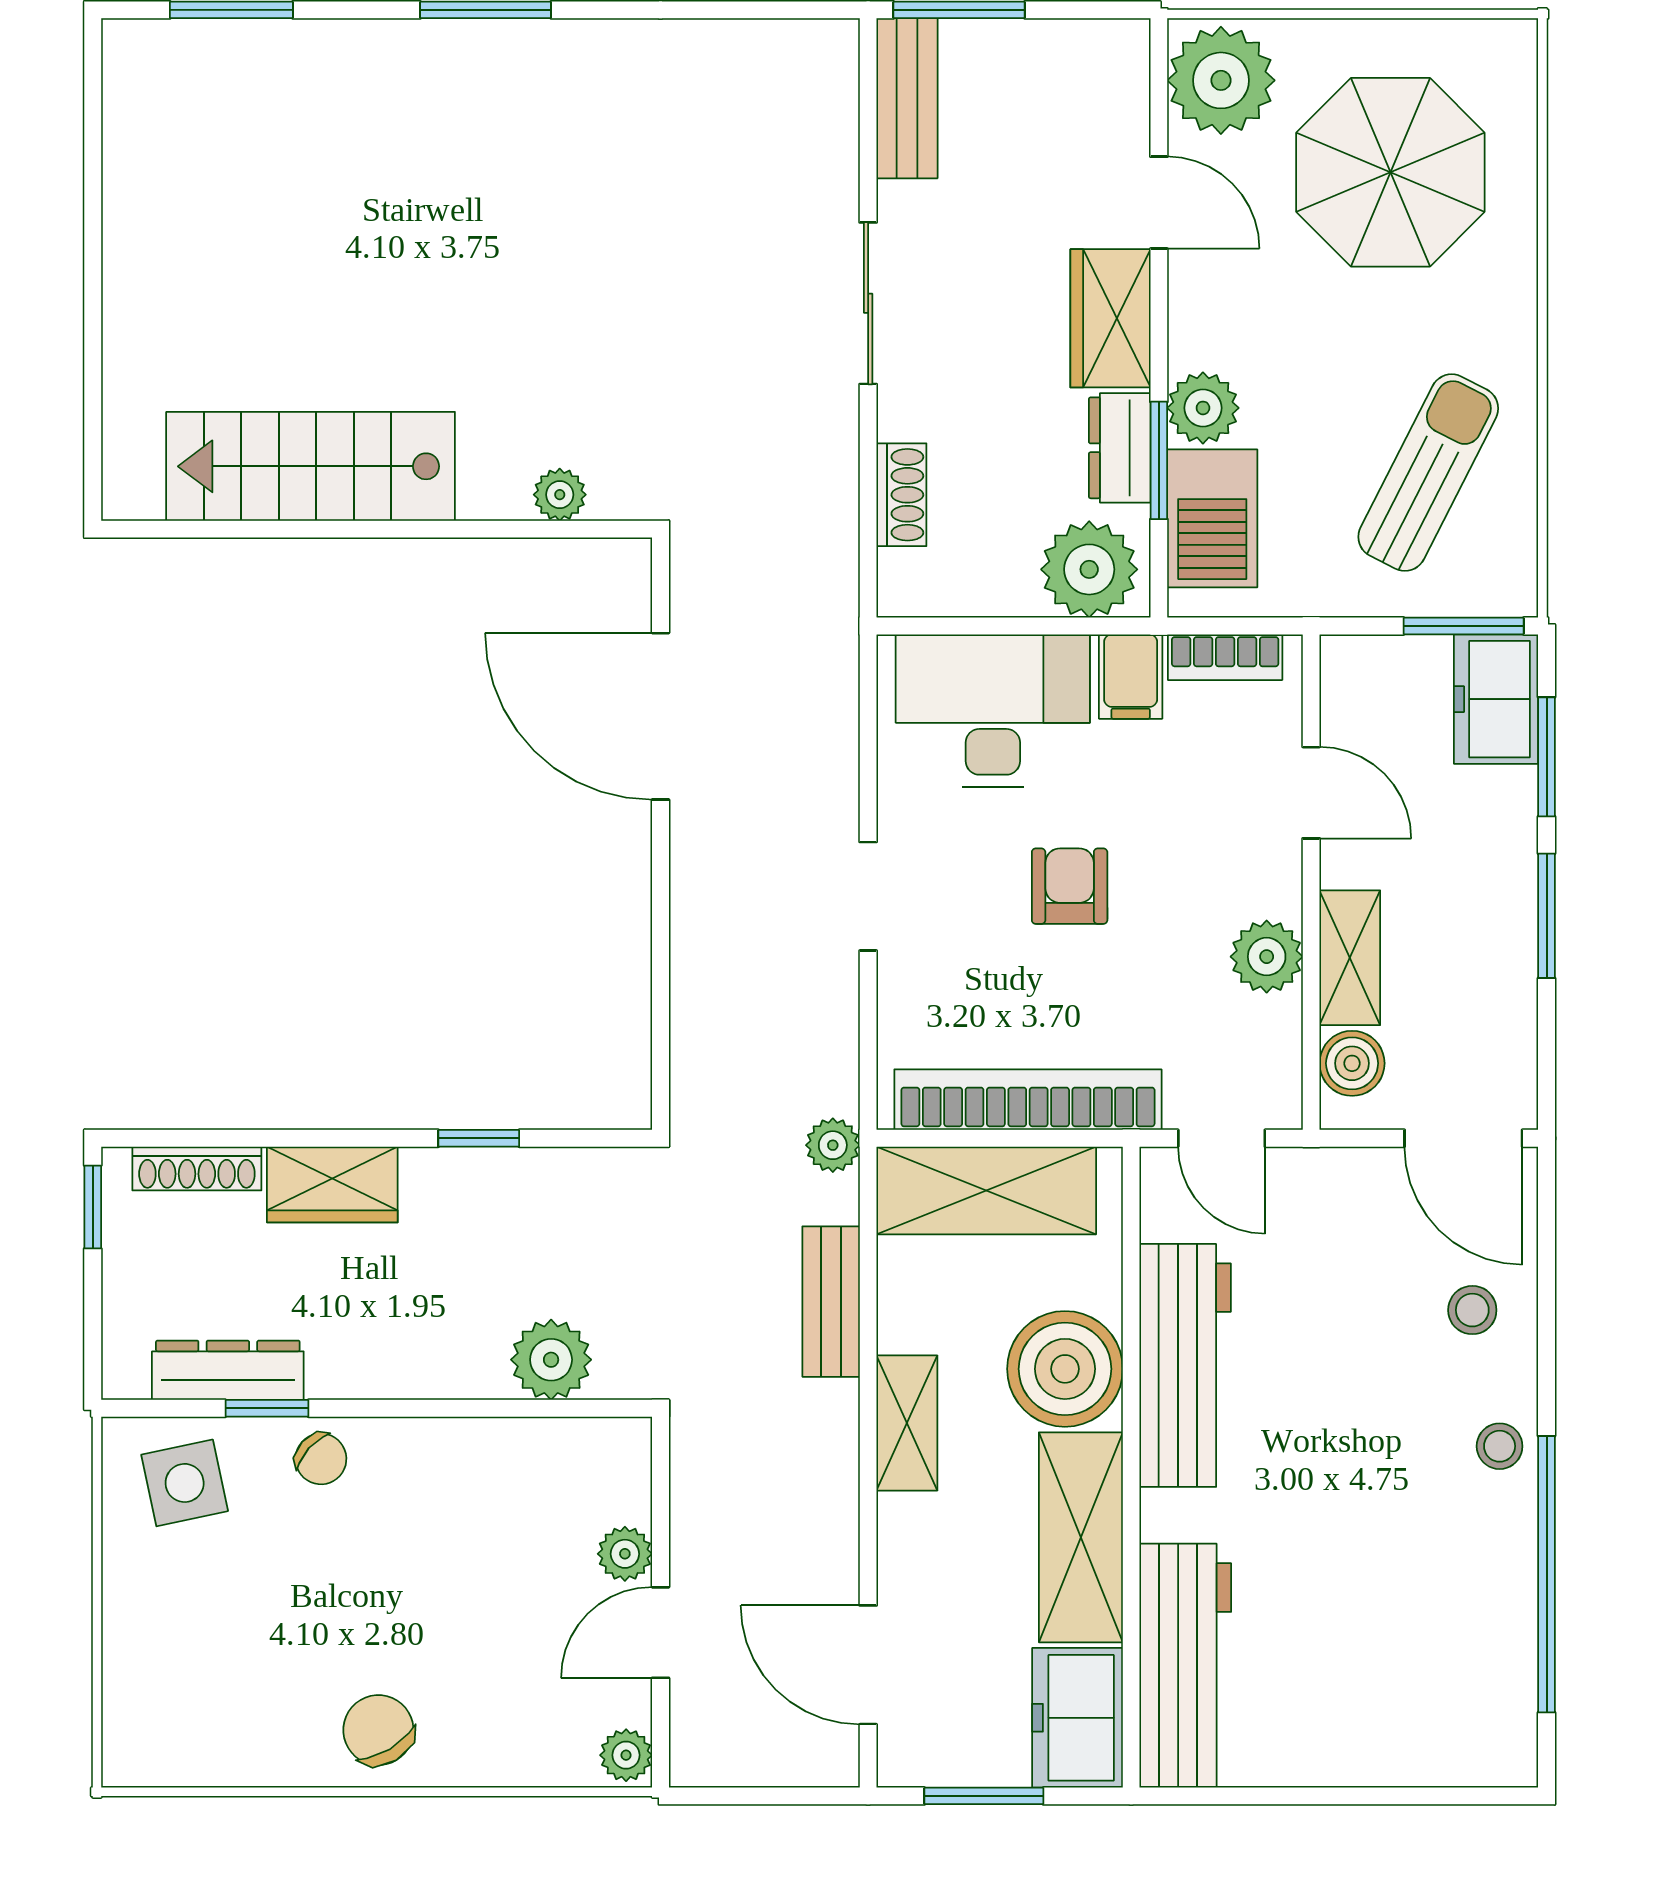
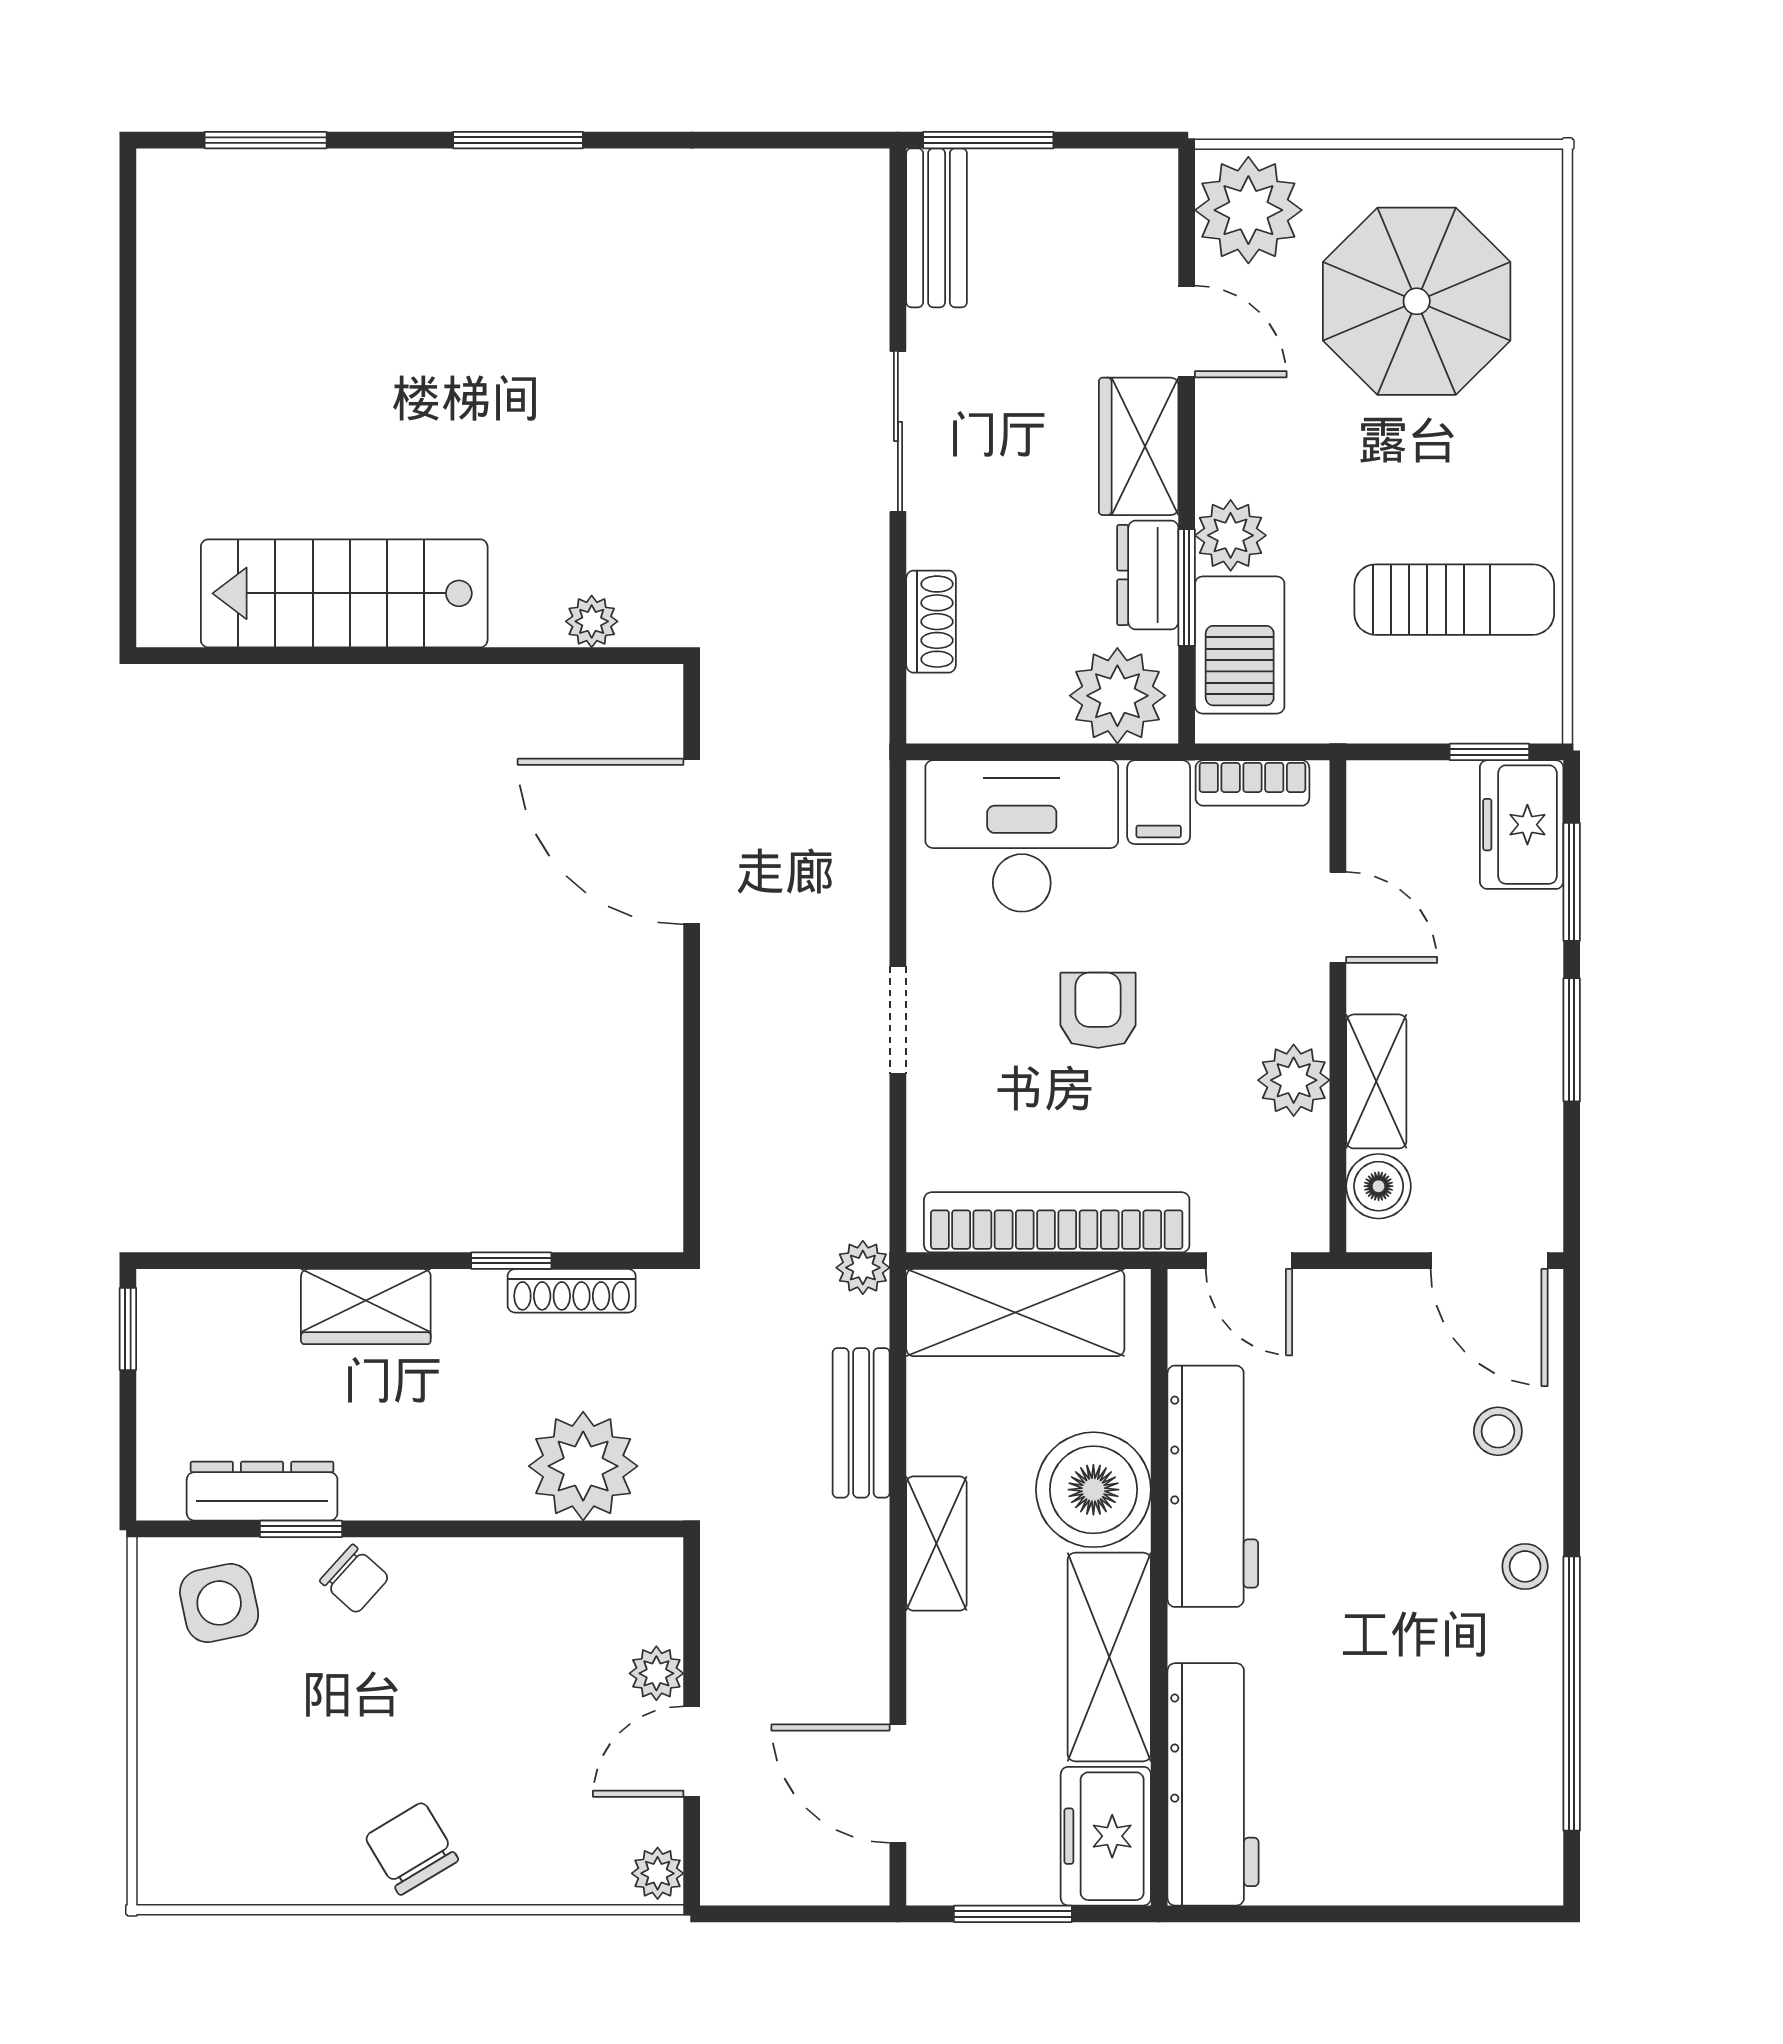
sun lounger: (1428, 473) -> (1454, 600), turned 63
window: (1464, 626) -> (1489, 752), width x0.67
shoe rack: (197, 1169) -> (572, 1291), moved
plant: (551, 1360) -> (583, 1466), width x1.36, depth x1.36

